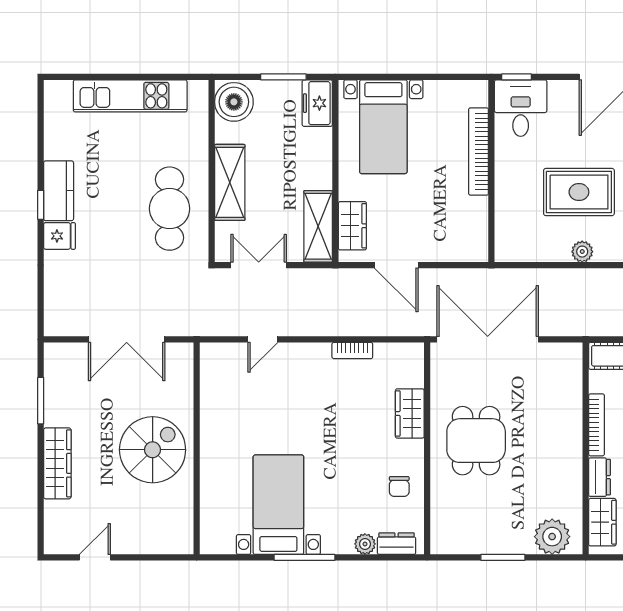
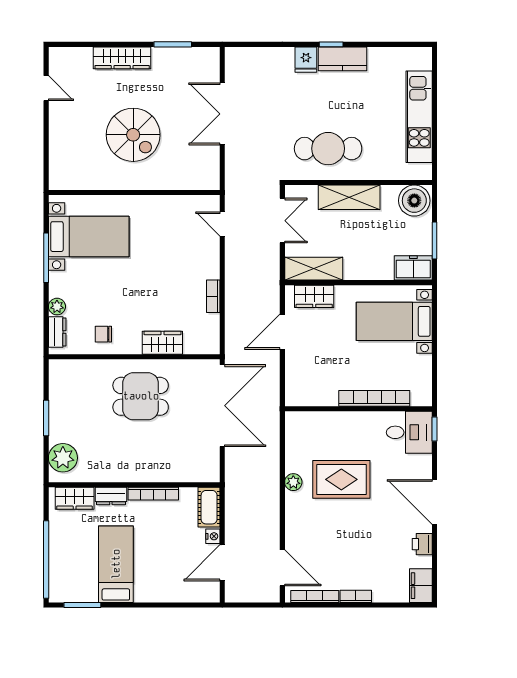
rug: (579, 192) -> (341, 479), turned 90
wall: (197, 448) -> (134, 193), moved

